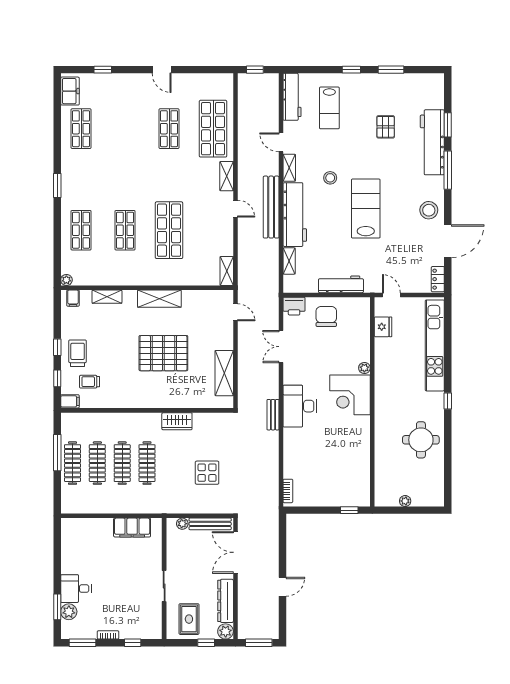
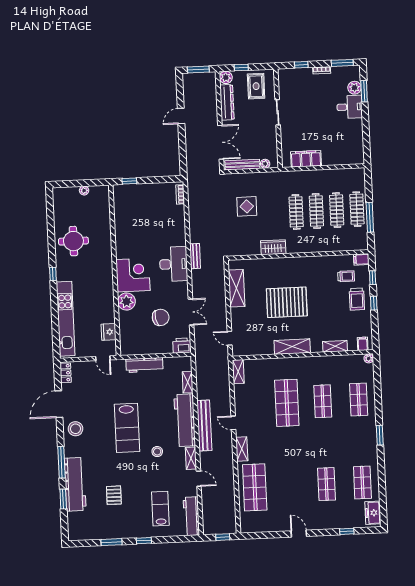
shop shelf: (169, 129) -> (326, 484), moved
chair: (326, 316) -> (161, 317), moved, turned -101
plant: (364, 368) -> (126, 302), width x1.88, depth x1.88

